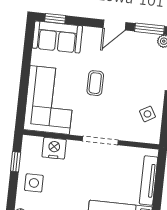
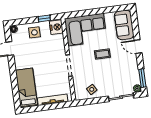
window: (55, 19) -> (135, 21), removed
door: (114, 25) -> (138, 47), moved
nightstand: (54, 148) -> (56, 27), moved

